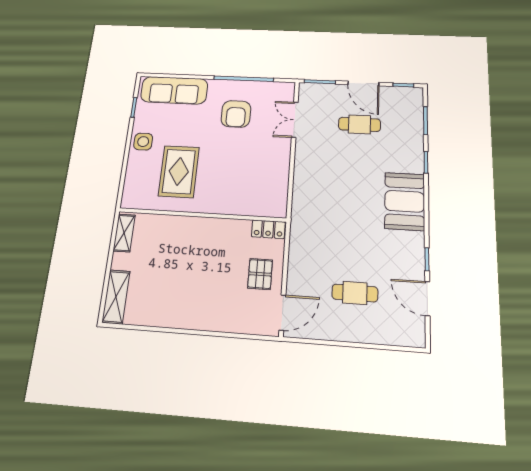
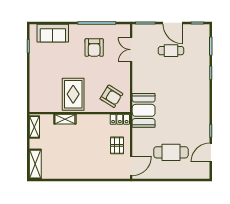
sofa: (174, 90) -> (53, 33), width x0.73
side table: (143, 142) -> (38, 69), removed
rug: (179, 171) -> (73, 94), moved
armchair: (257, 191) -> (111, 96), added
booth: (405, 201) -> (144, 110), moved
shelving: (176, 223) -> (65, 119), added
cafe table: (355, 293) -> (171, 152), width x1.37, depth x1.35
door: (427, 299) -> (211, 153), hinge flipped

